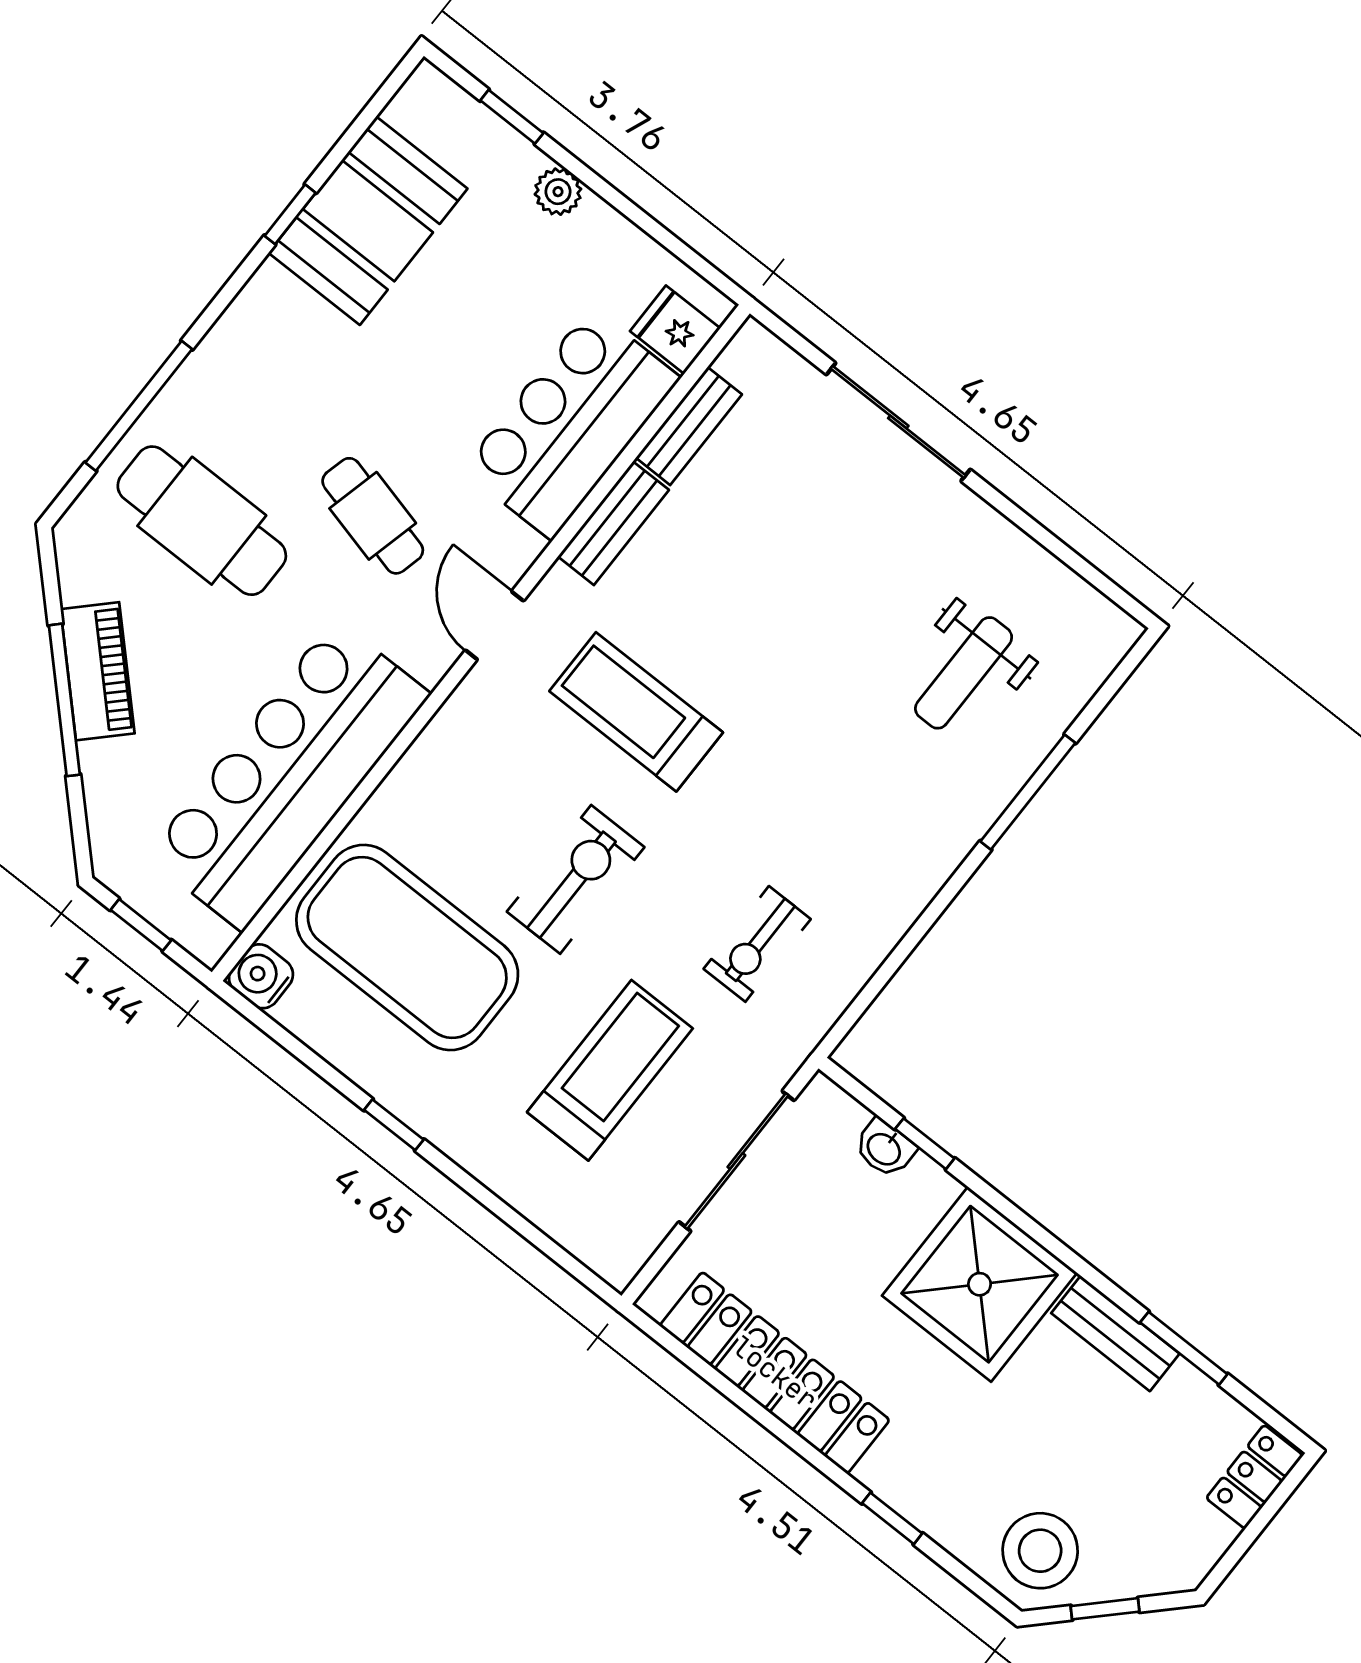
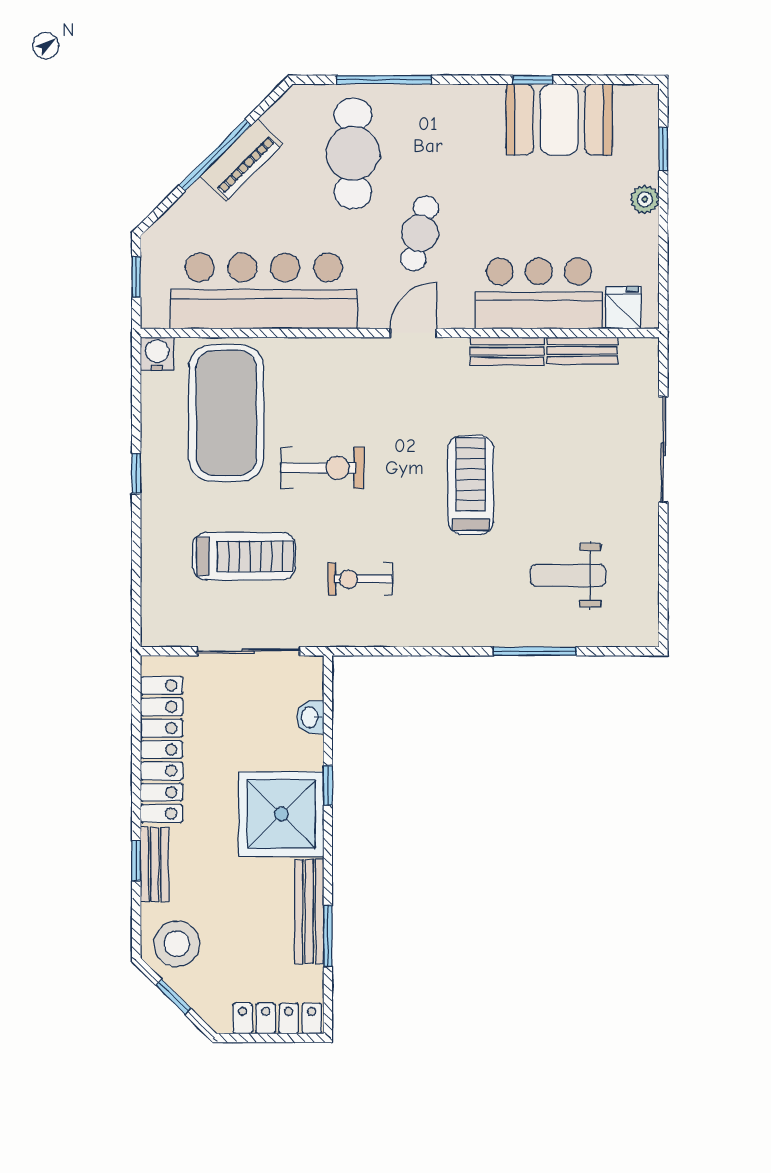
treadmill: (636, 712) -> (471, 485), moved
window: (925, 1144) -> (328, 785), moved
bench: (1115, 1333) -> (309, 912), width x1.36
locker: (1255, 1477) -> (277, 1019), width x1.53
bench: (915, 1498) -> (155, 864), added

